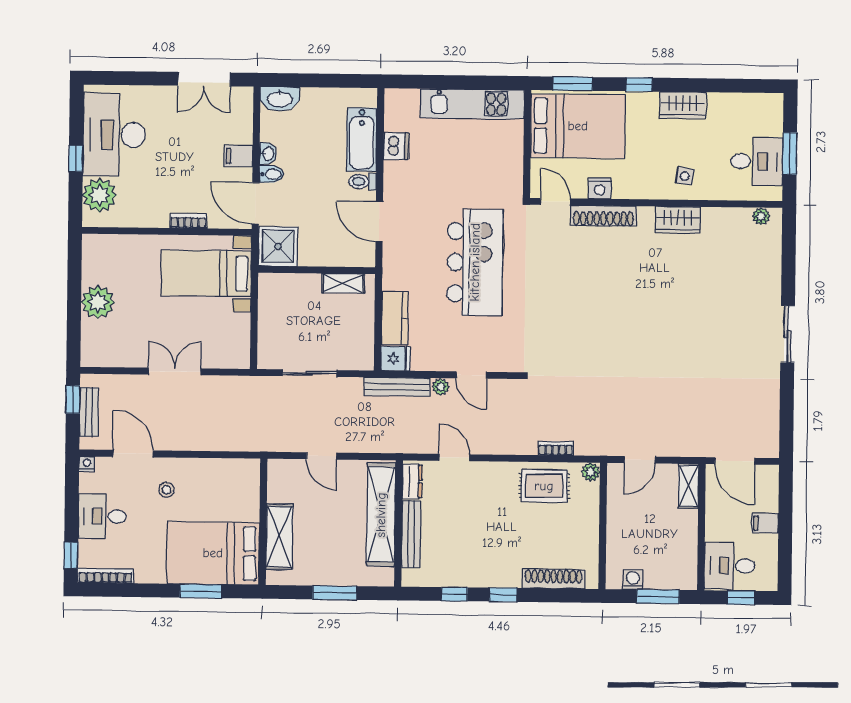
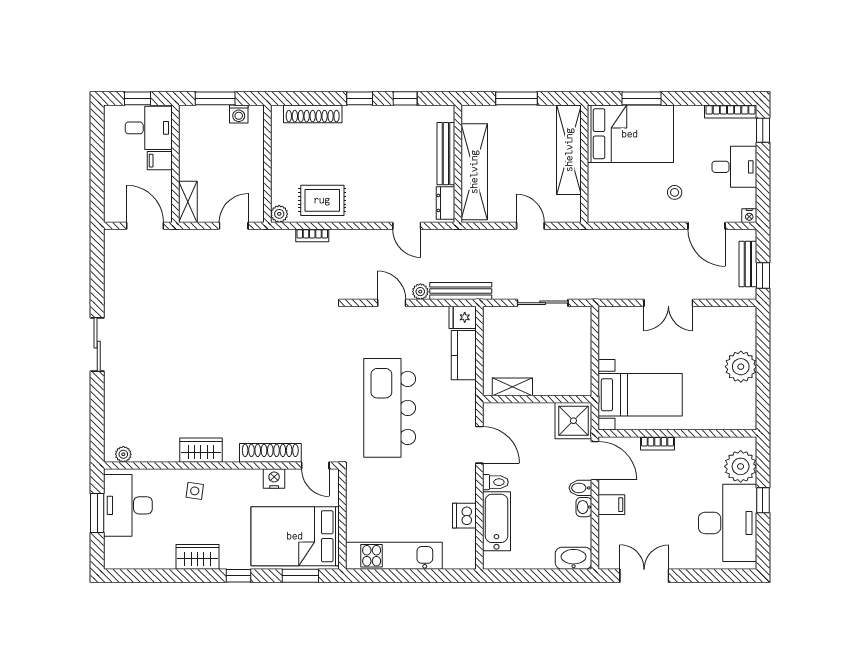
desk: (757, 161) -> (128, 505), width x1.37
filing cabinet: (765, 523) -> (160, 161), moved, turned 180
shelving: (279, 537) -> (569, 150), width x1.47

